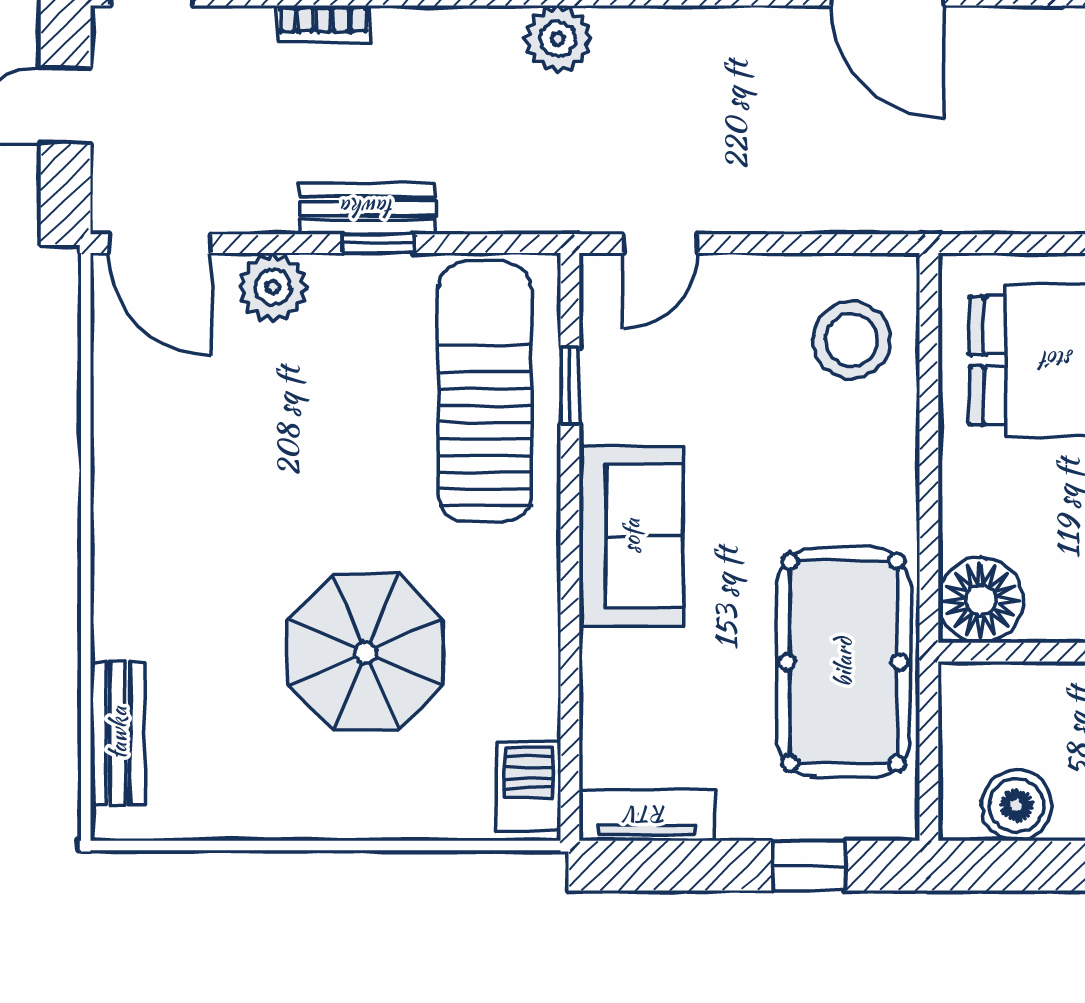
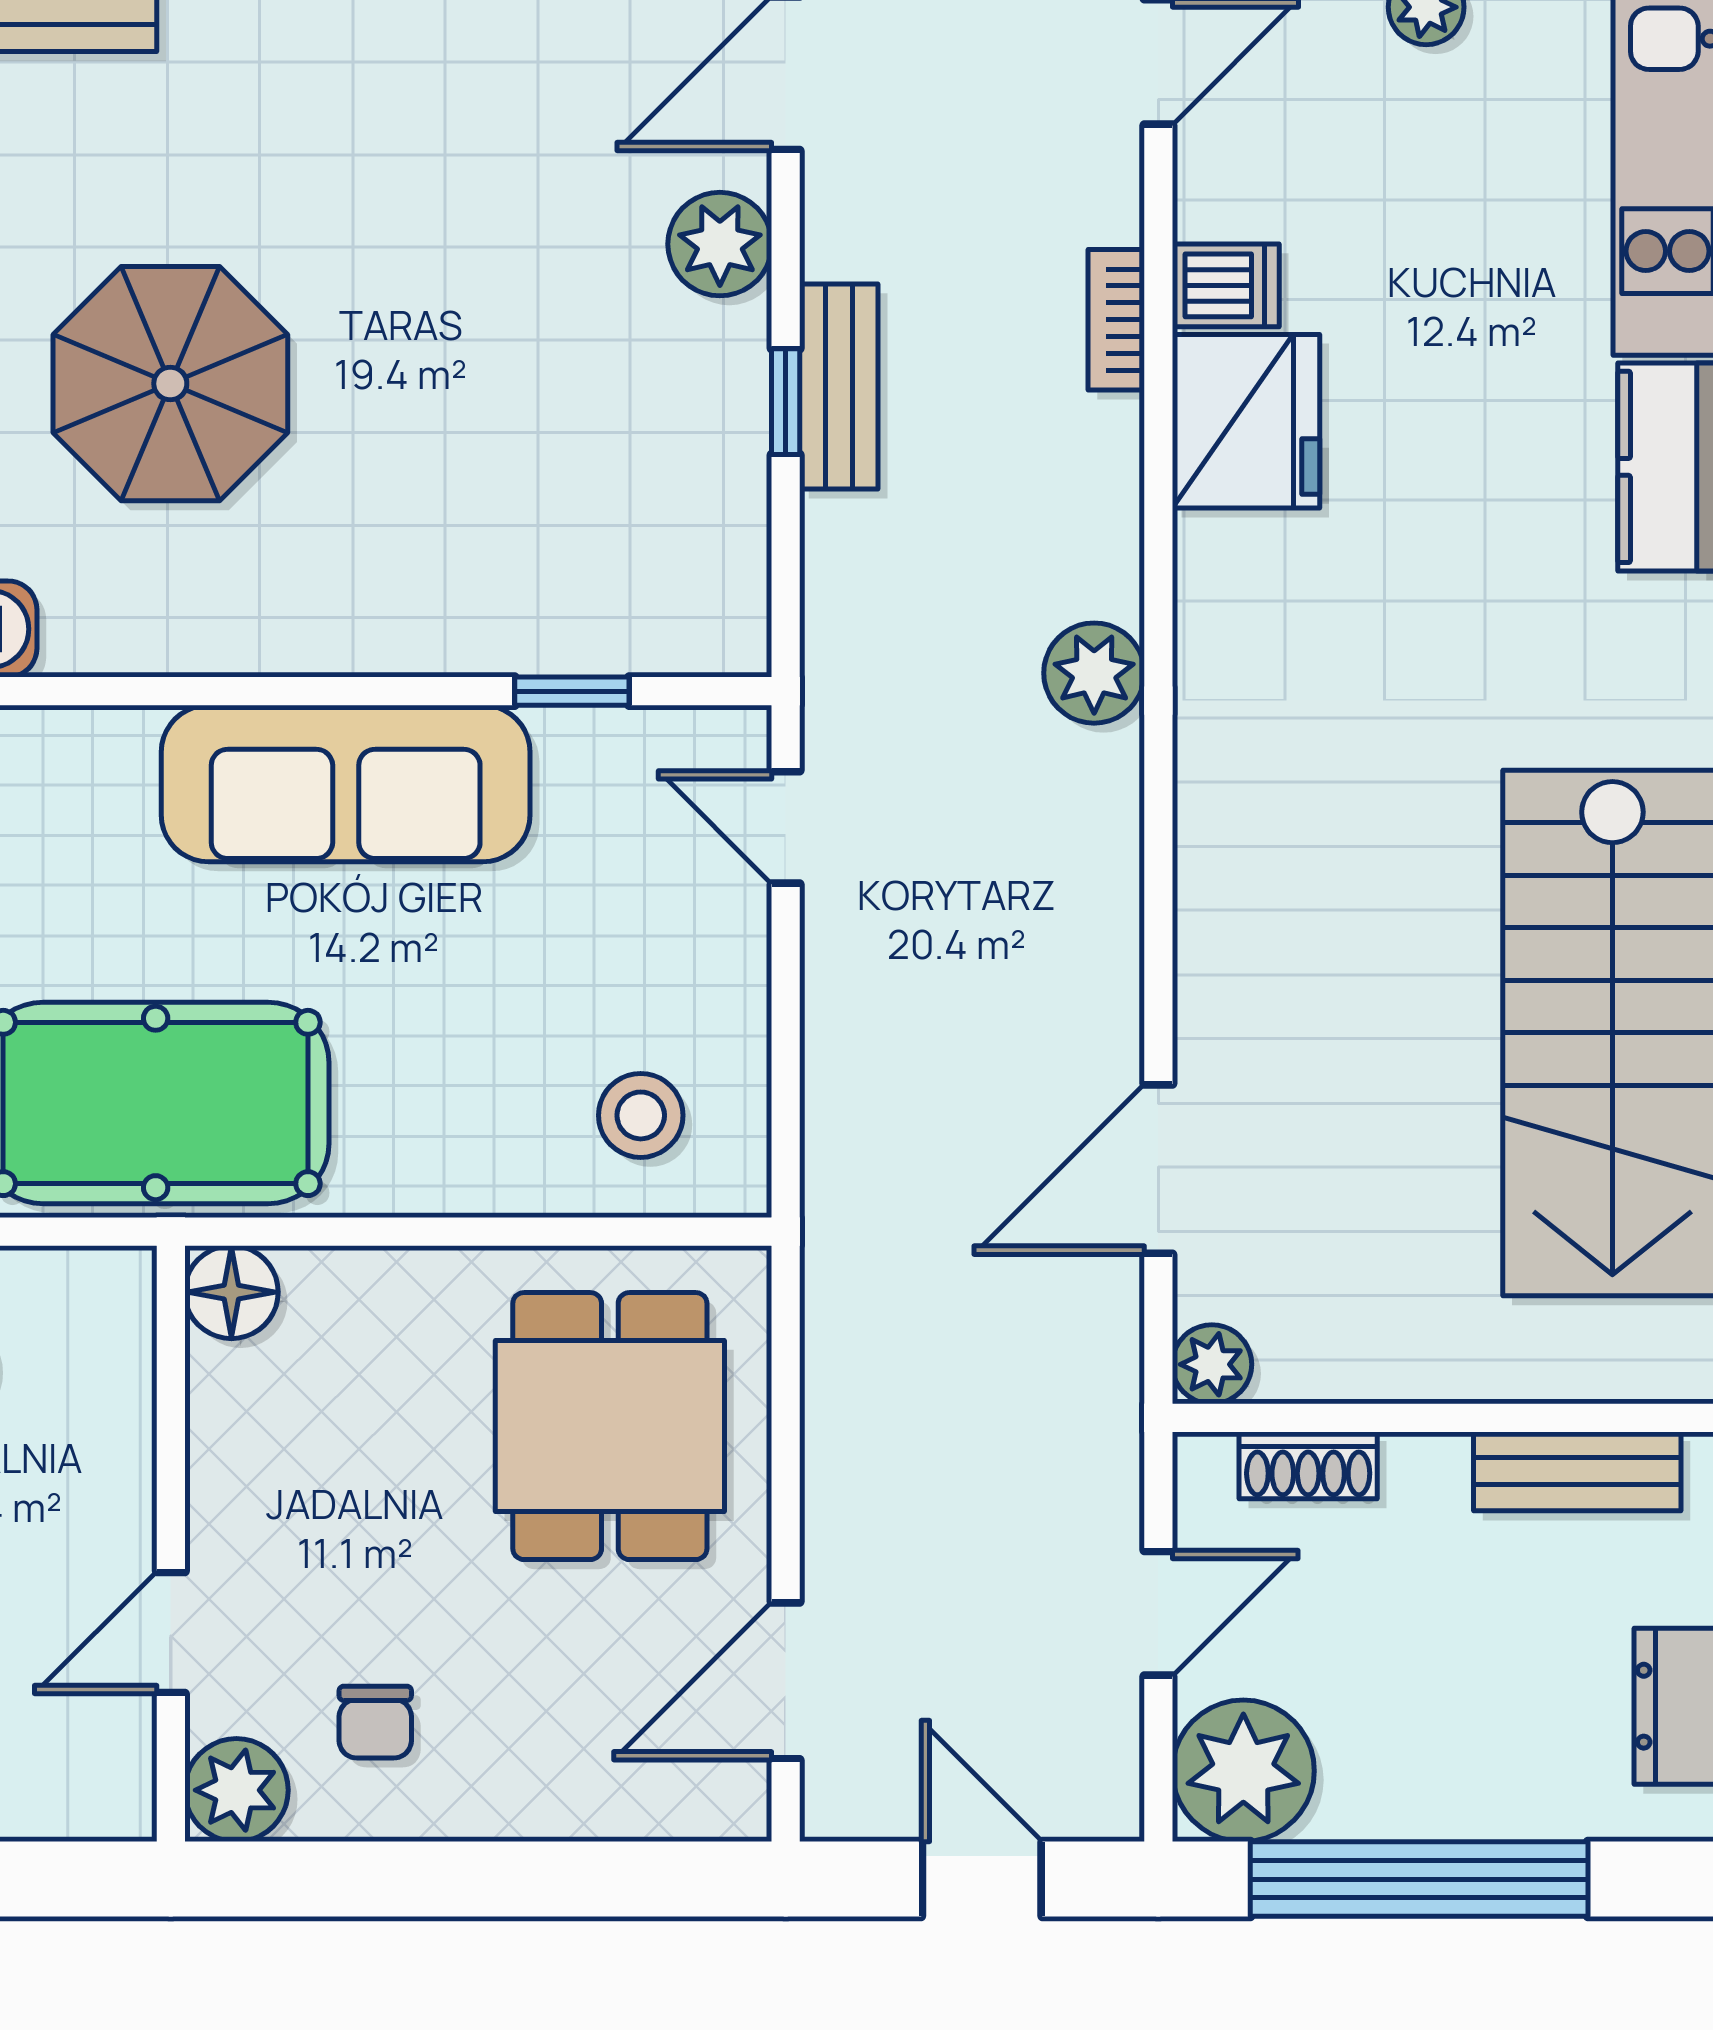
stool: (852, 340) -> (641, 1115), width x0.73, depth x0.73
sun lounger: (485, 392) -> (563, 563), removed
sofa: (631, 536) -> (346, 784), width x1.36
floor lamp: (981, 600) -> (231, 1292), width x0.73, depth x0.73

